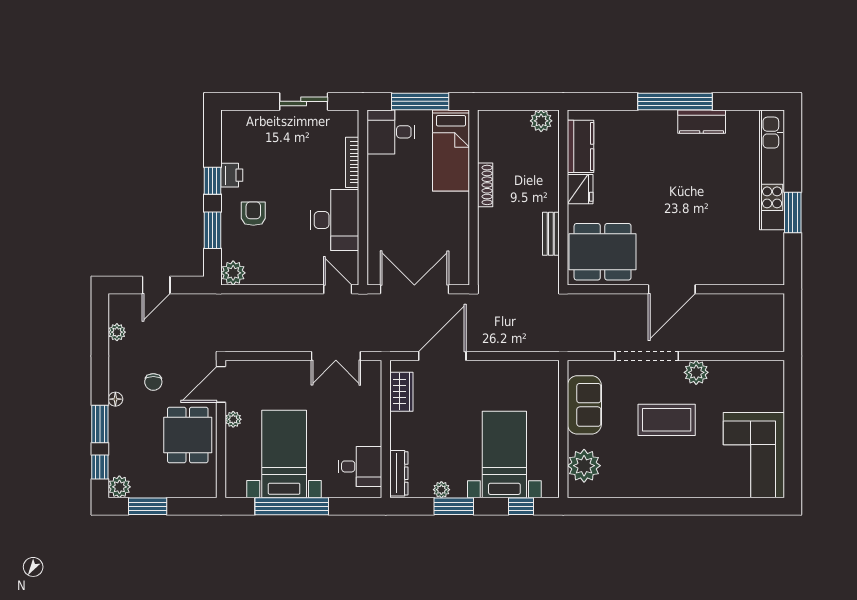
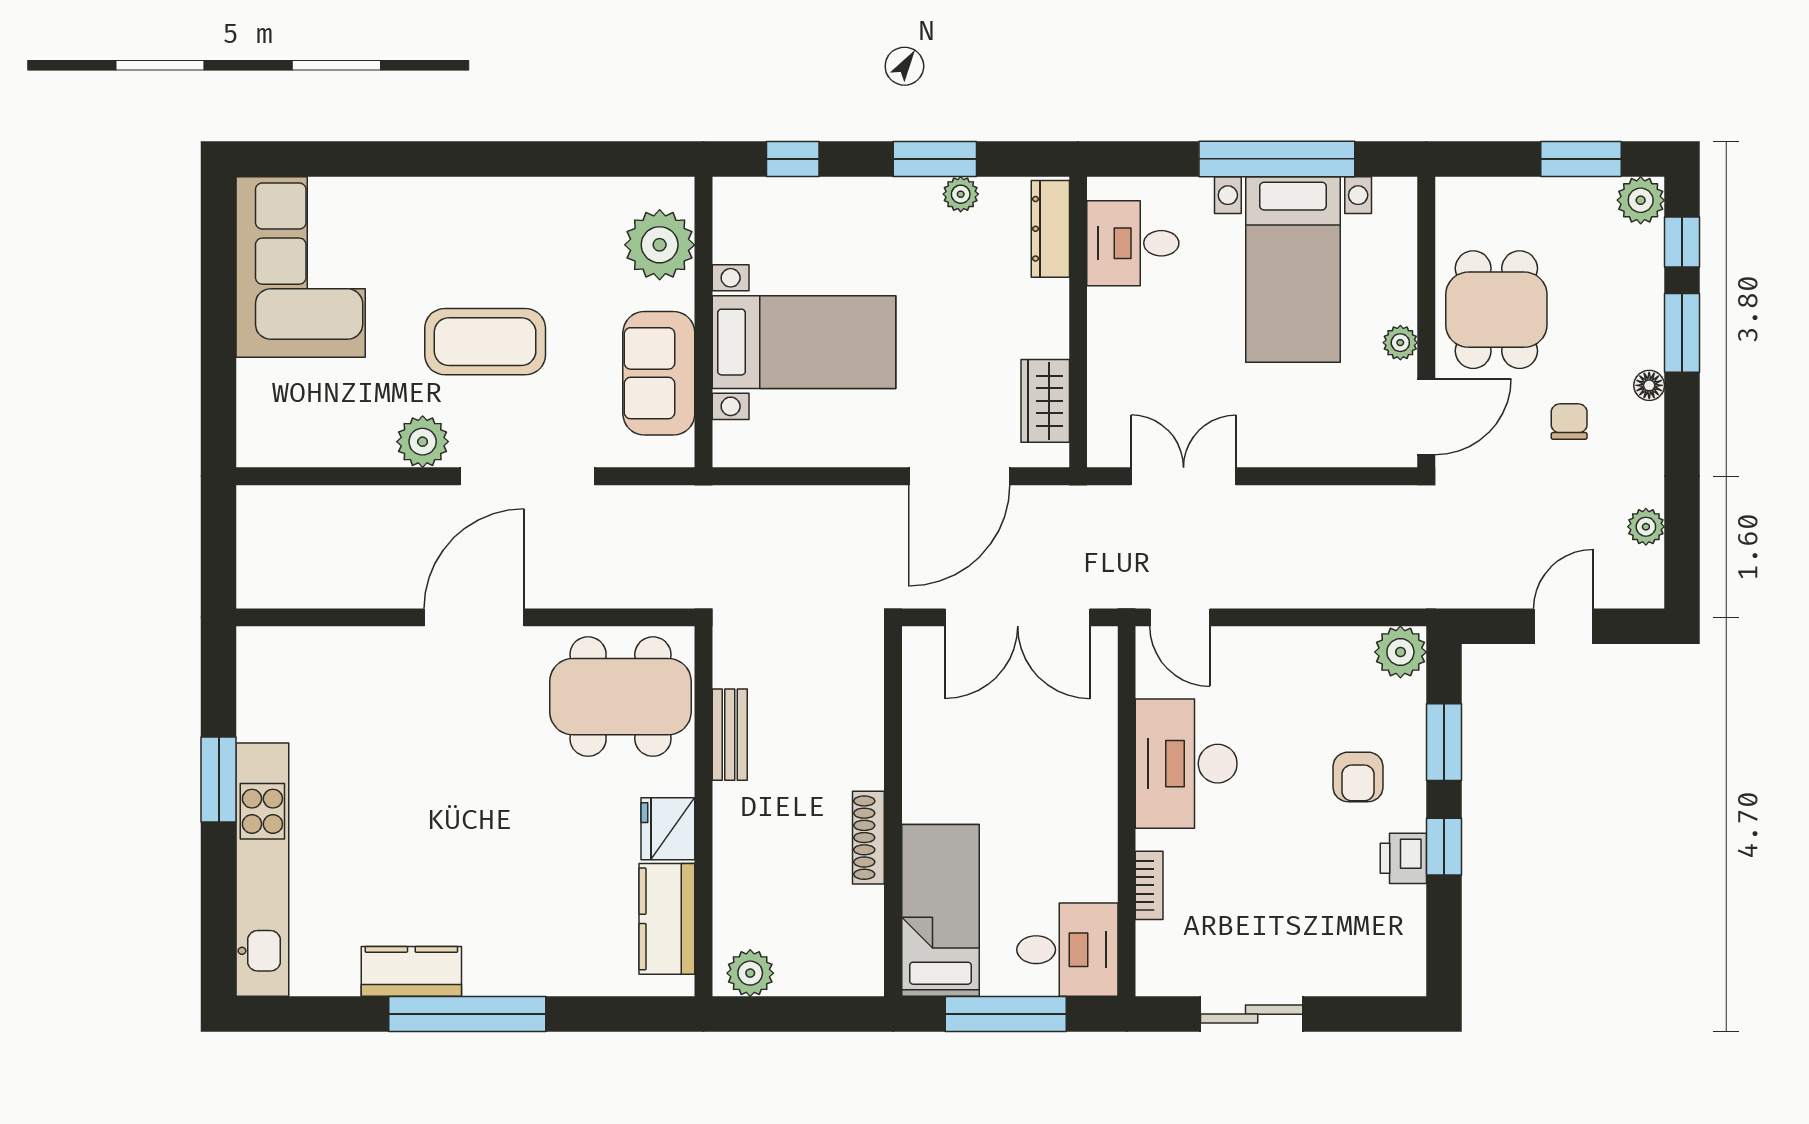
bookcase: (352, 162) -> (1149, 885), width x0.64
bed with nightstands: (504, 455) -> (804, 342), moved, turned -90

